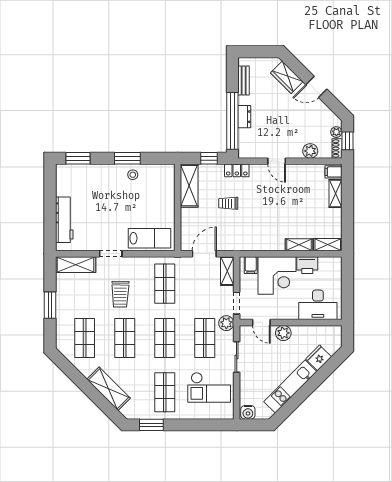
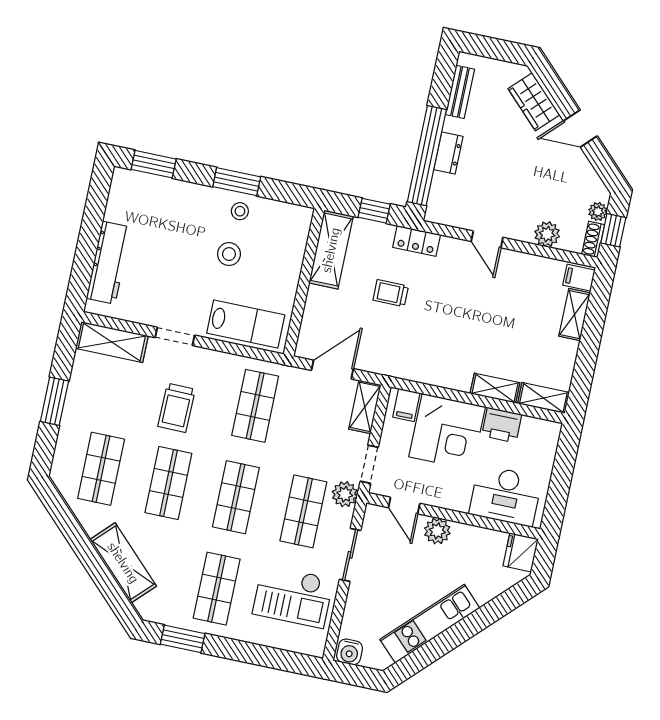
stool: (132, 200) -> (229, 254), added
fridge: (319, 358) -> (521, 552), moved, turned -45

